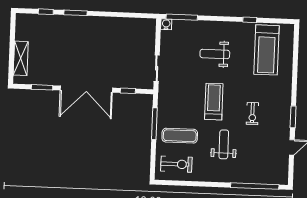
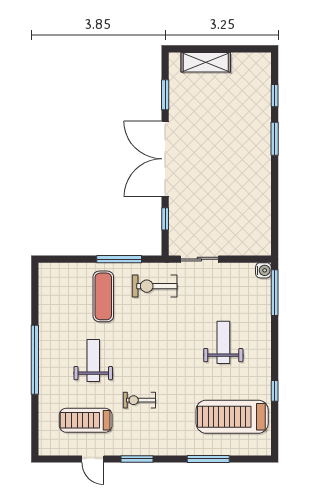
window: (295, 68) -> (208, 459), added
treadmill: (214, 102) -> (86, 420), moved, turned 180
weight bench: (224, 144) -> (93, 361), turned -90
exercise bike: (176, 164) -> (155, 286), moved, turned 90
window: (255, 186) -> (35, 360), moved

